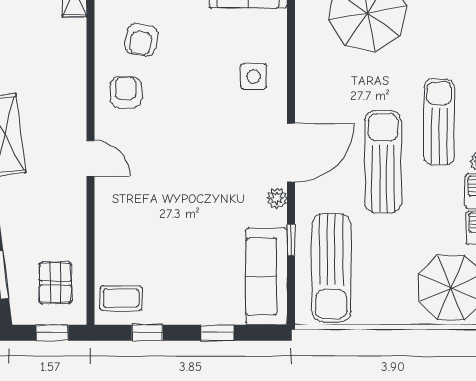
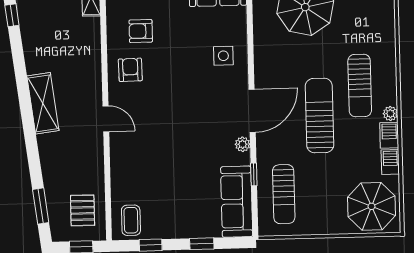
armchair: (141, 40) -> (141, 31), turned 79
sun lounger: (439, 122) -> (360, 86), turned 180
sun lounger: (331, 268) -> (284, 194), width x0.73, depth x0.75
coffee table: (121, 298) -> (131, 220), turned 90

